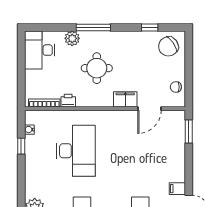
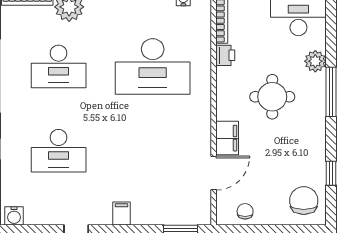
chair: (168, 46) -> (304, 201), turned 35
door: (149, 109) -> (214, 173), swing flipped
filing cabinet: (177, 189) -> (122, 213), moved

